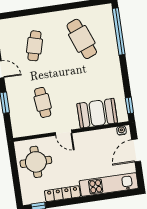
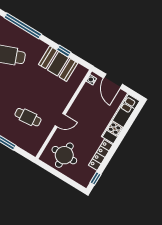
window: (129, 105) -> (64, 51), moved
booth: (97, 113) -> (58, 64), moved, turned 90

